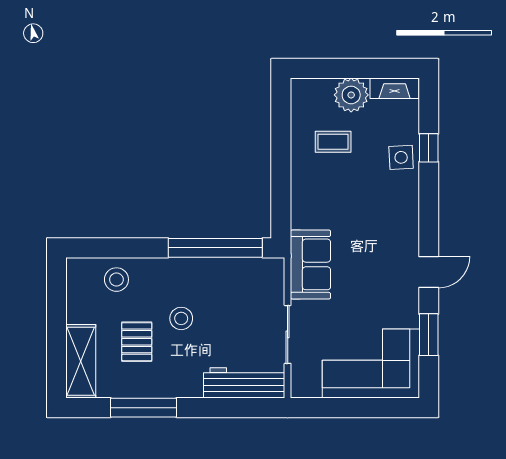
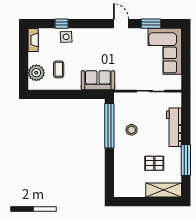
plant: (351, 95) -> (36, 73), moved
sofa: (310, 264) -> (98, 80), moved
stool: (116, 280) -> (125, 173), removed
stool: (181, 318) -> (132, 130), moved
workbench: (244, 383) -> (174, 127), moved

